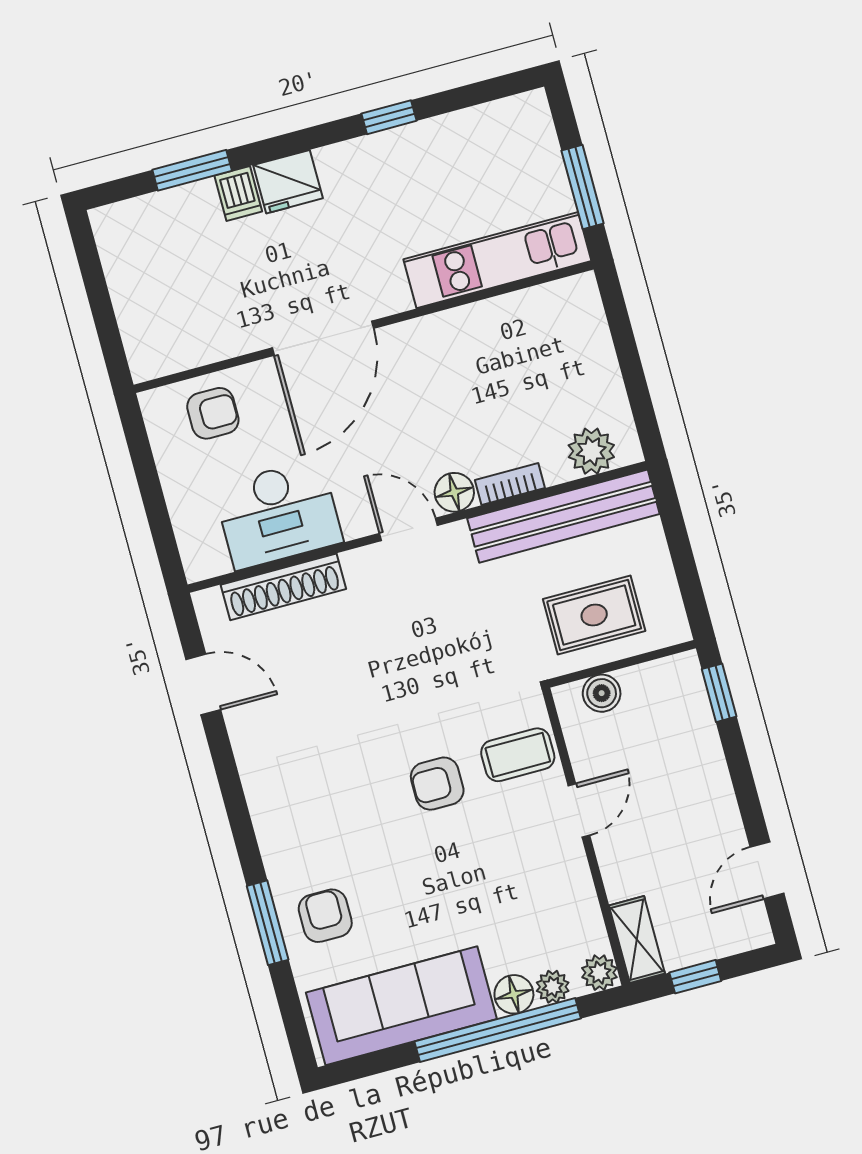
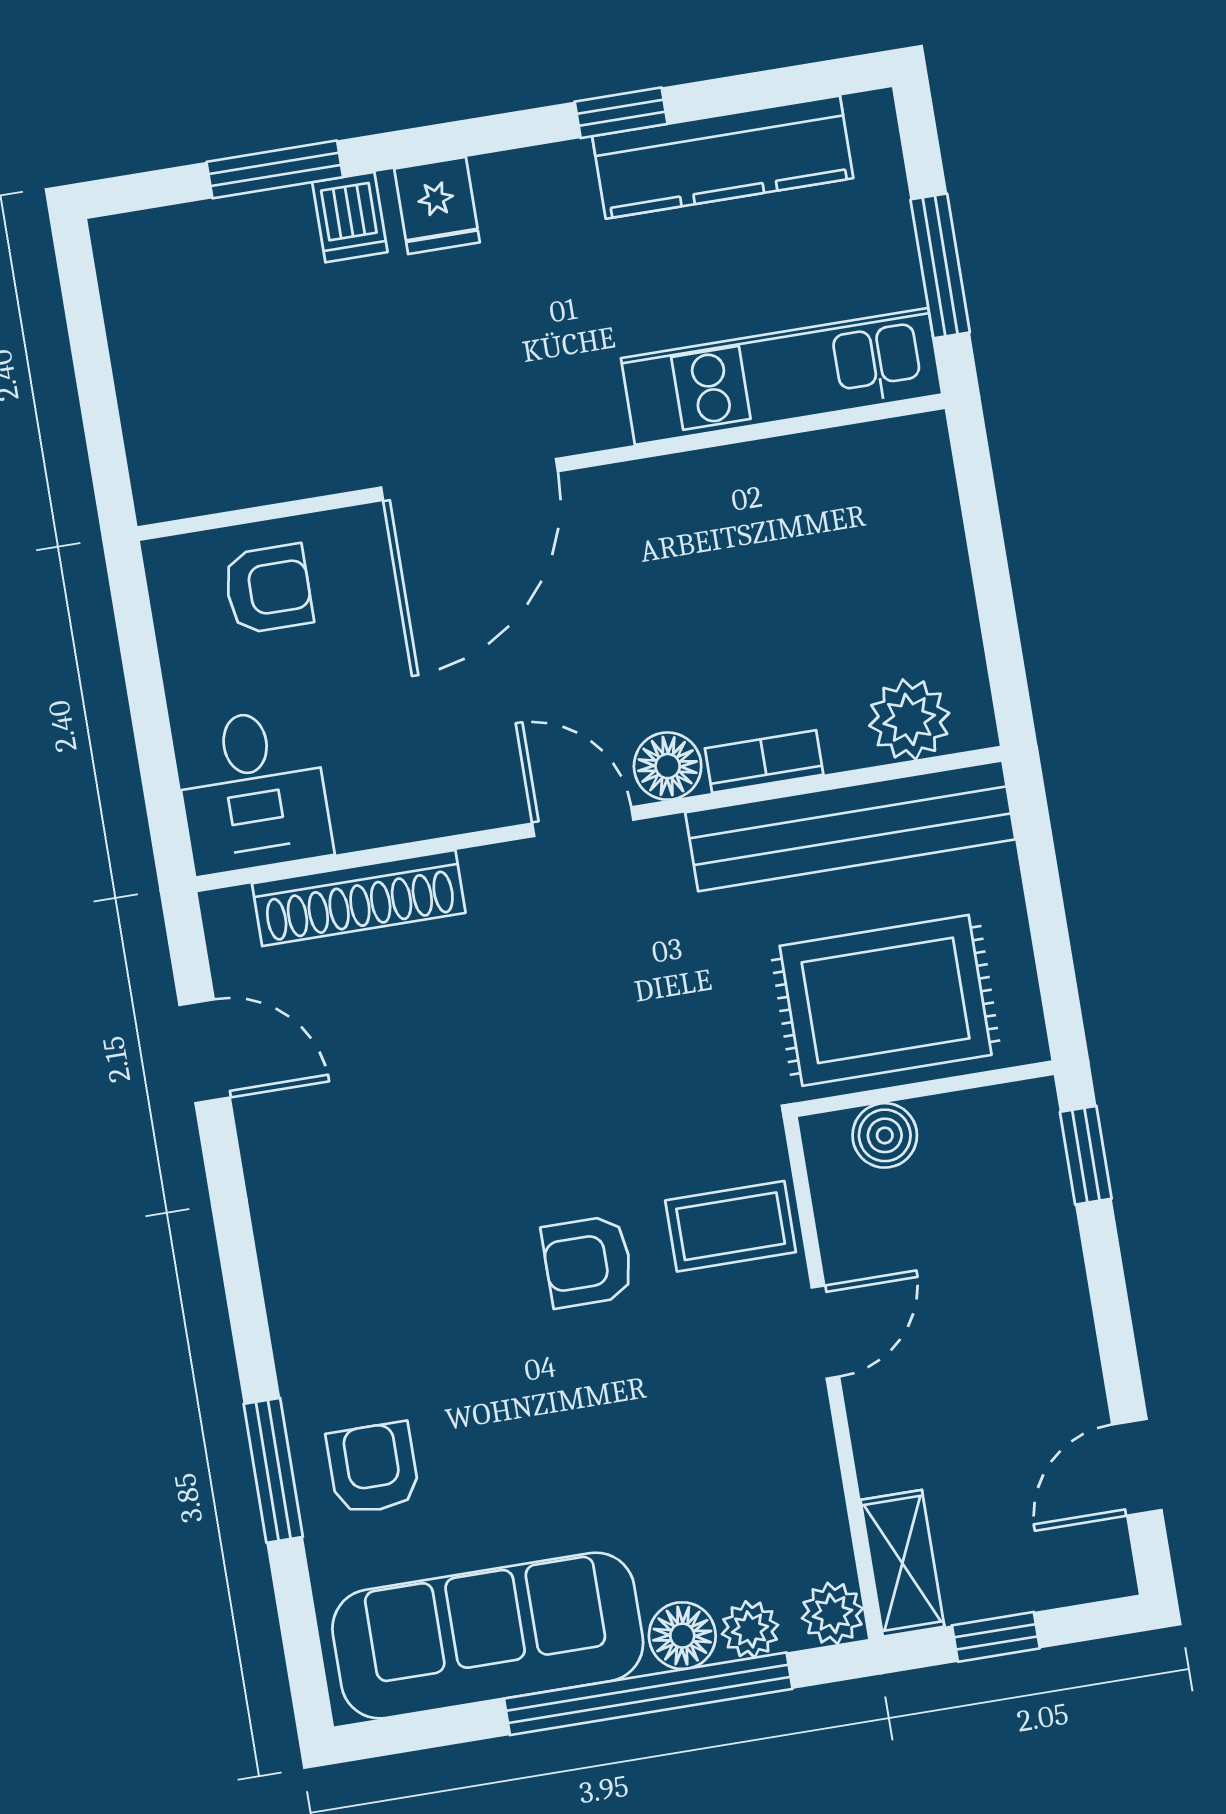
kitchen counter: (450, 137) -> (723, 157), added
fridge: (288, 182) -> (437, 206), width x0.72
desk: (278, 514) -> (253, 791), moved, width x0.73
rug: (594, 615) -> (886, 1000), width x1.36, depth x1.43

